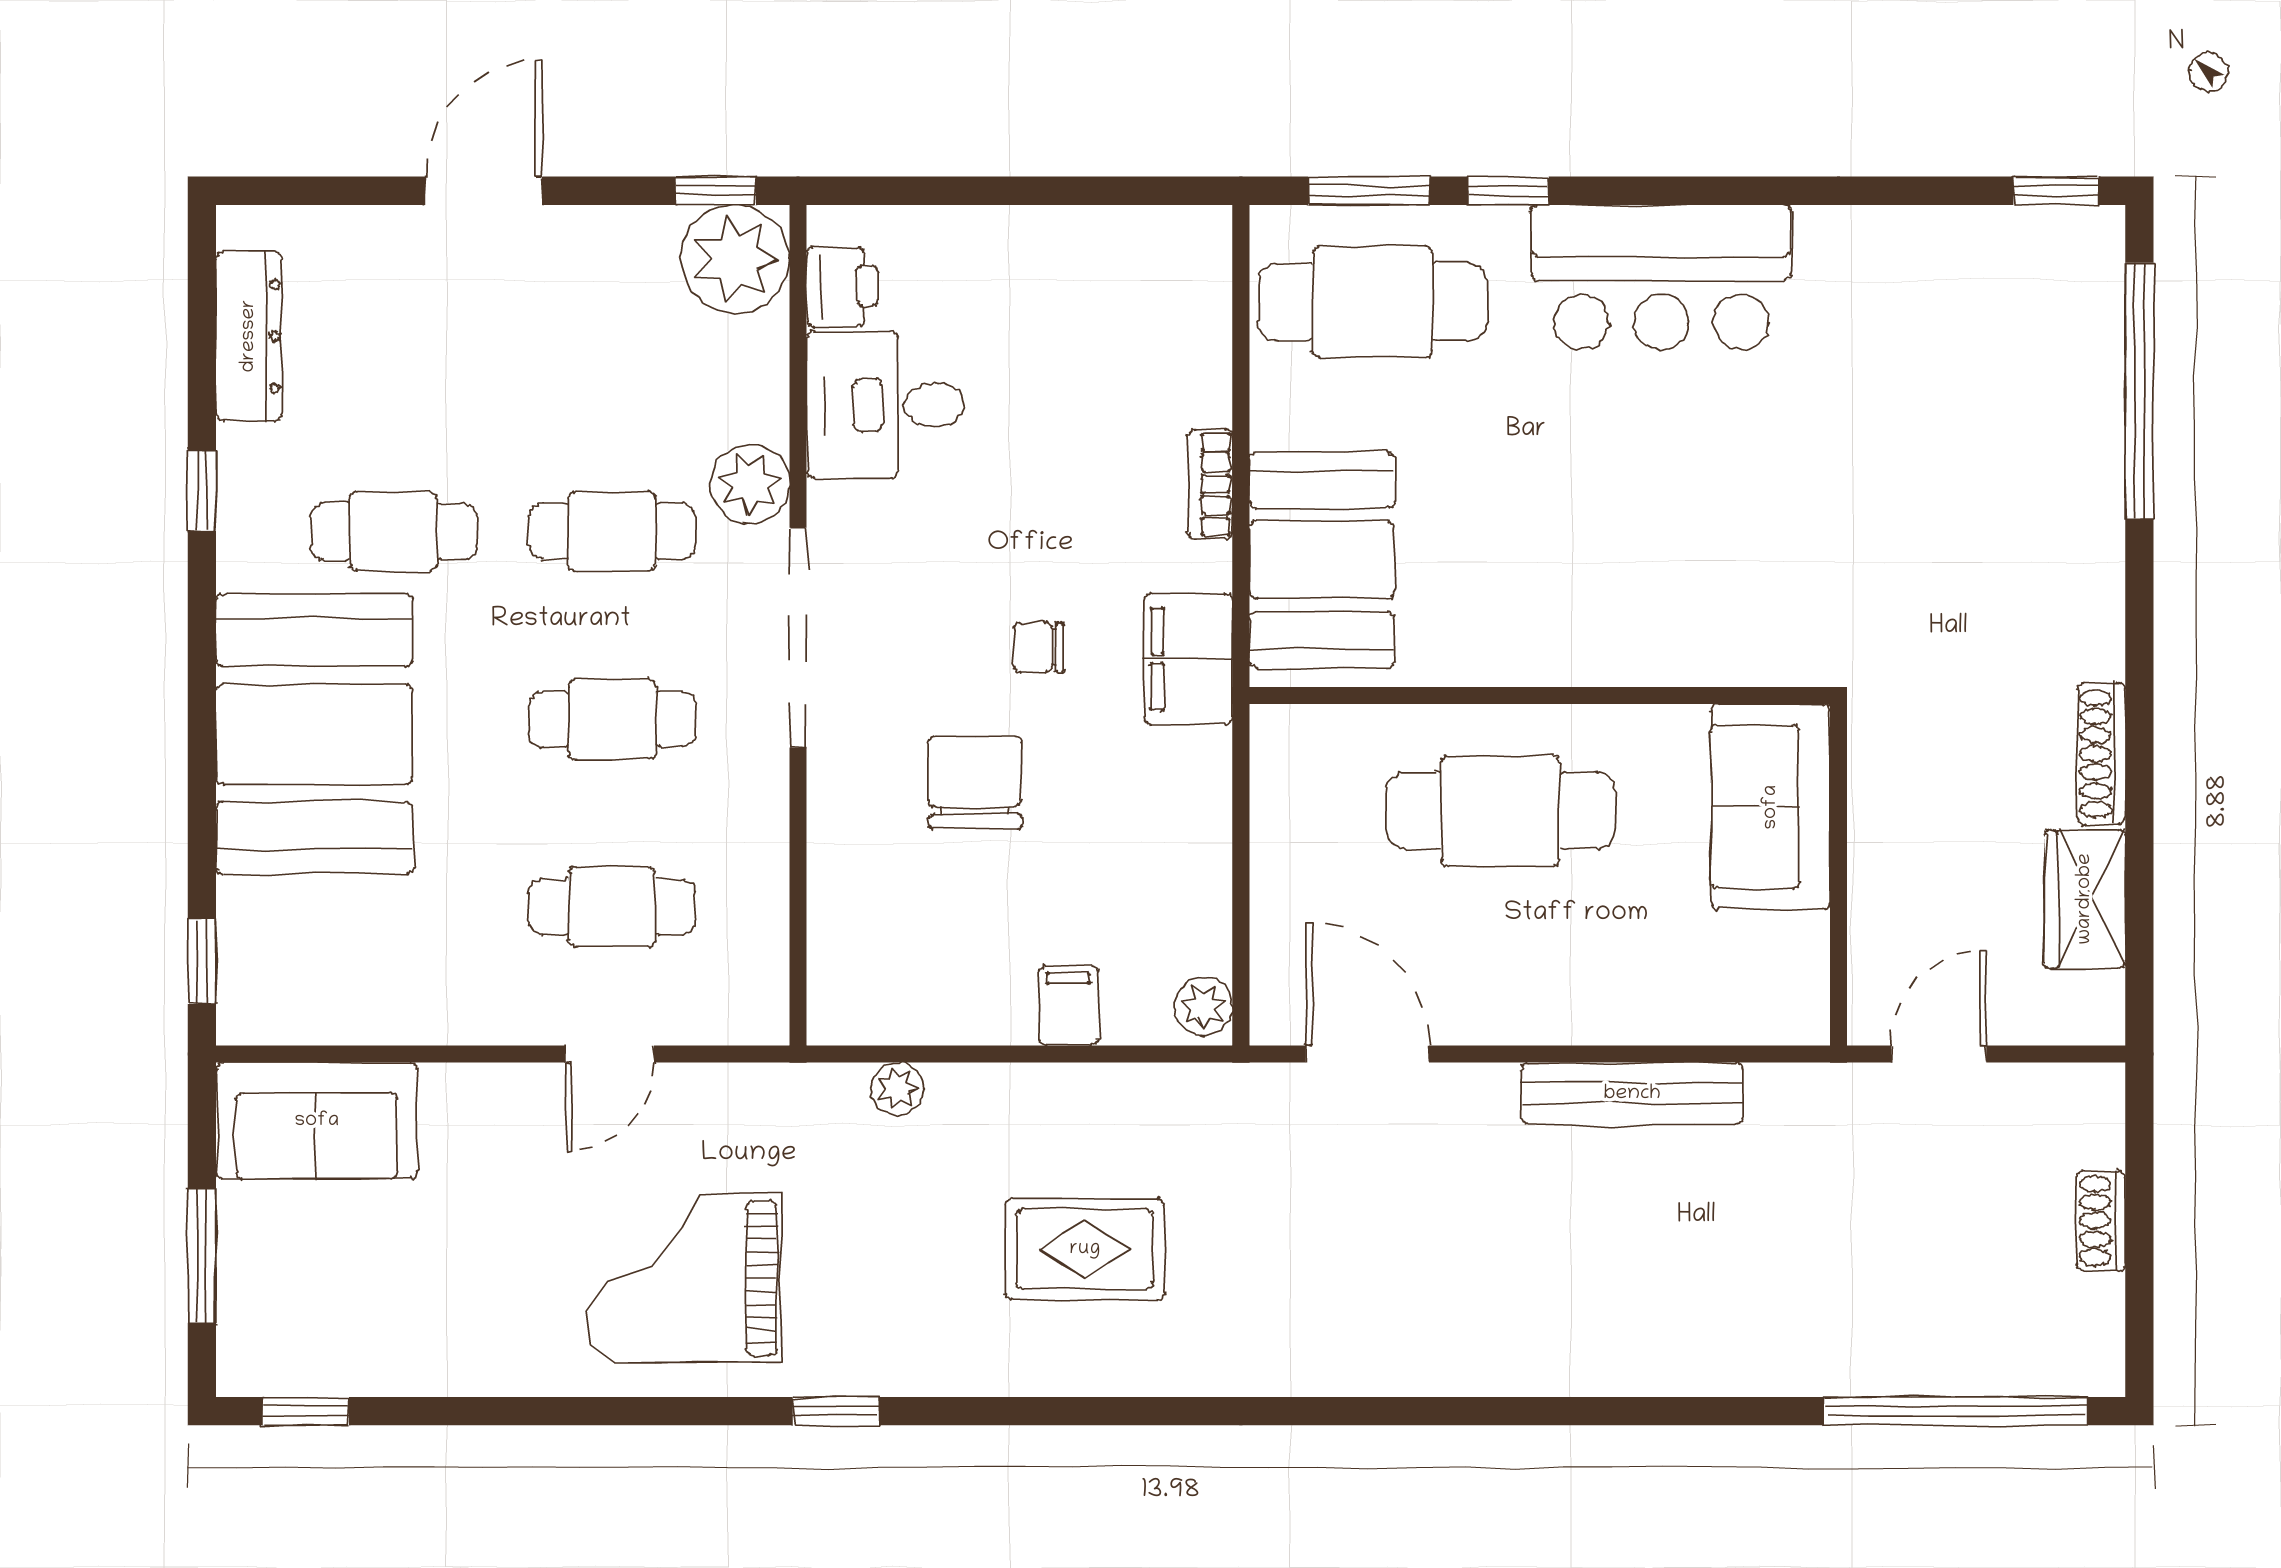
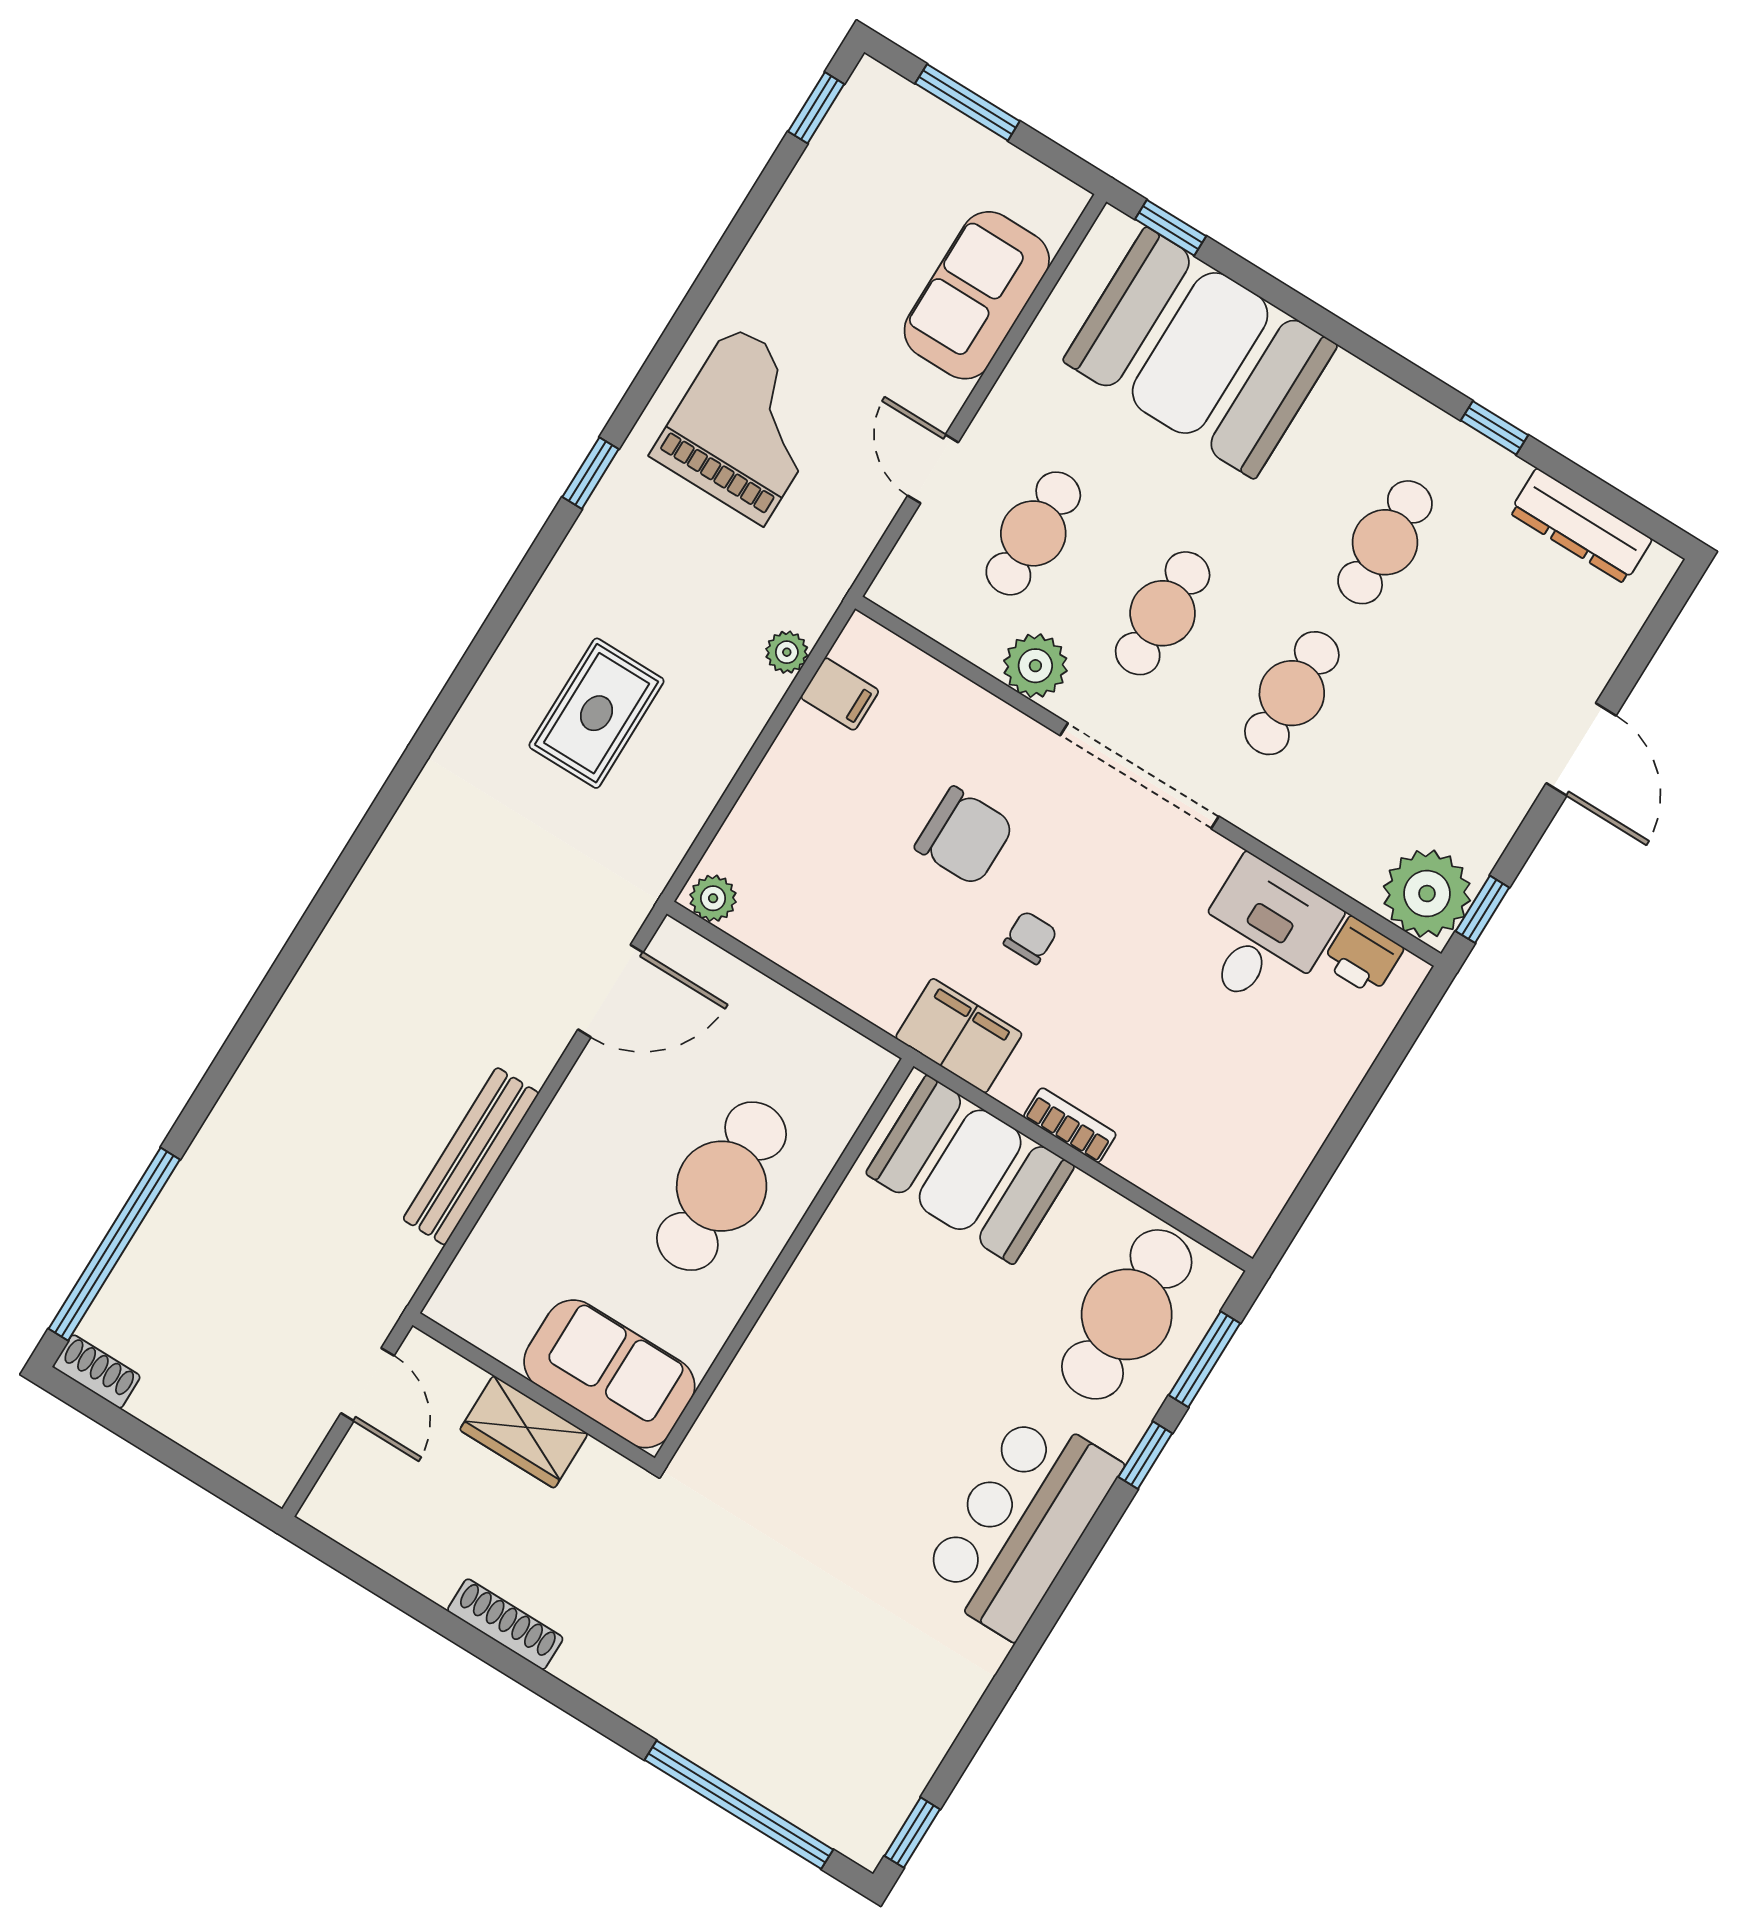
plant: (750, 484) -> (1035, 666), moved
booth: (314, 734) -> (1200, 353), moved
wardrobe: (2085, 899) -> (524, 1432), moved, turned 180
filing cabinet: (1069, 1006) -> (840, 694), moved
sofa: (317, 1121) -> (977, 295), moved
shoe rack: (2101, 1221) -> (97, 1372), moved

